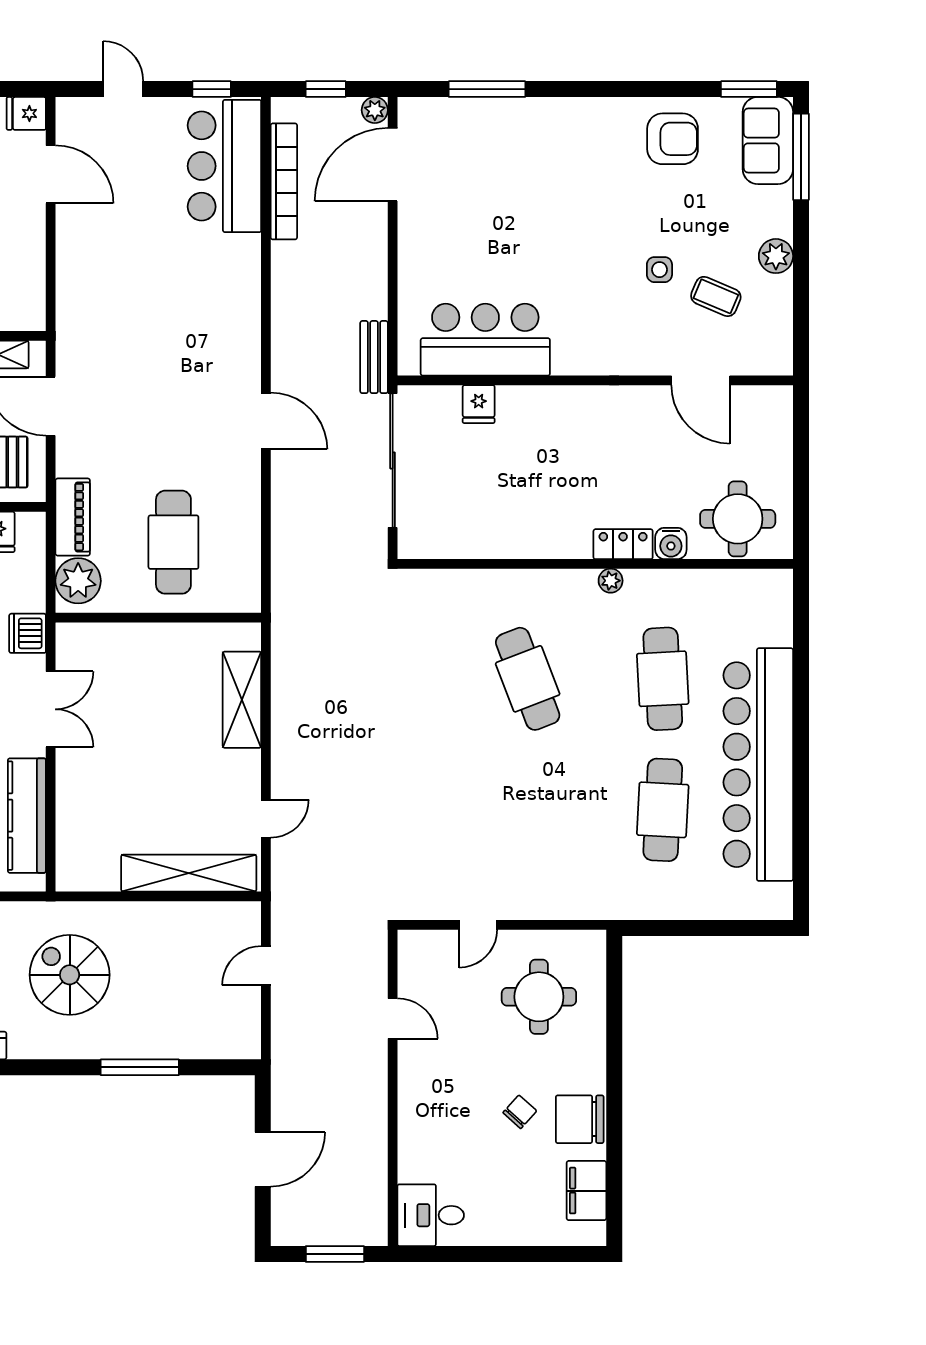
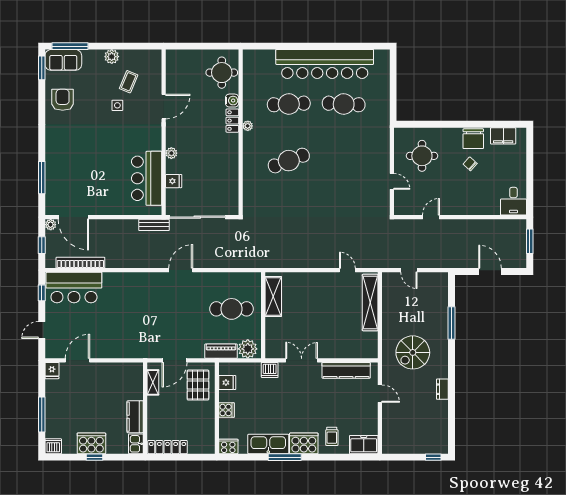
door: (701, 380) -> (164, 107), moved
plant: (545, 399) -> (171, 153), added
shelving: (242, 700) -> (273, 296), moved, turned 90

